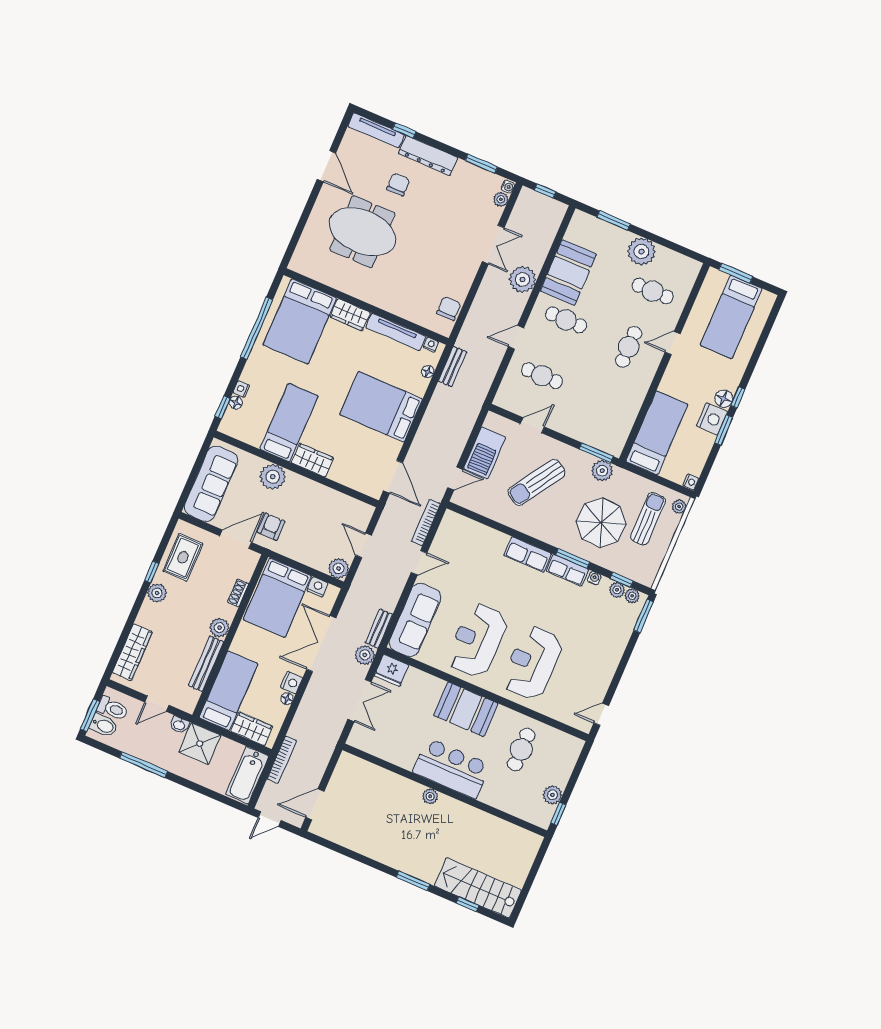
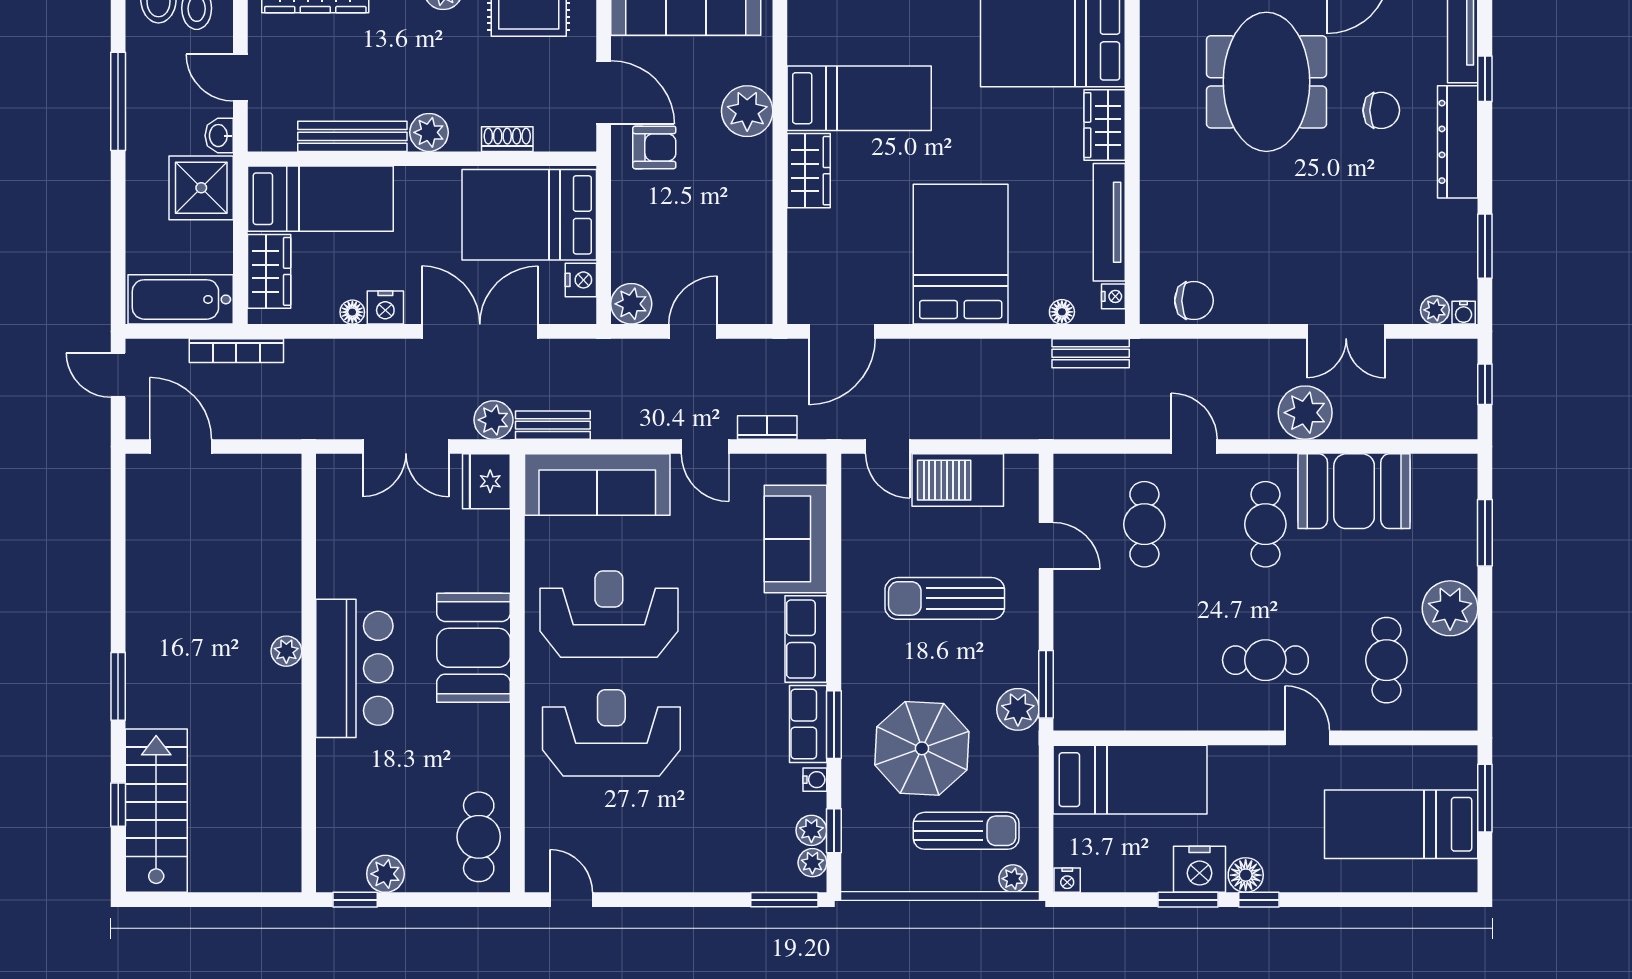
sun lounger: (537, 482) -> (945, 598), turned -33
bookcase: (426, 523) -> (767, 427), width x0.64
sofa: (479, 539) -> (796, 539), added
cafe table: (521, 749) -> (479, 837), moved, turned 90

